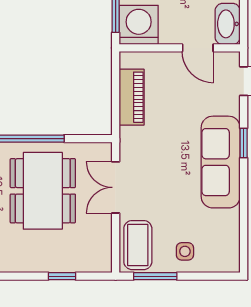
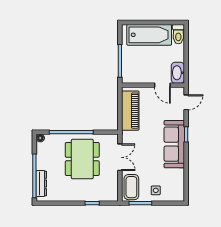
washing machine: (139, 25) -> (132, 73), removed
piano: (132, 97) -> (130, 111), width x1.37, depth x1.33
double door: (116, 187) -> (120, 157), swing flipped

